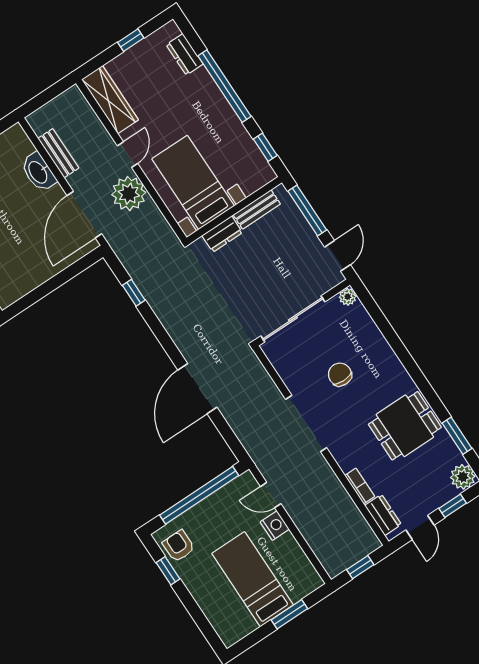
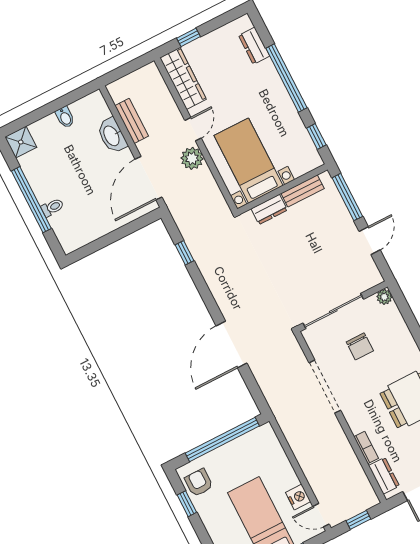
window: (131, 40) -> (188, 37), moved
plant: (129, 194) -> (192, 158), width x0.73, depth x0.73
plant: (348, 297) -> (384, 297), moved
wall: (302, 313) -> (342, 306), moved
sliding door: (293, 319) -> (333, 311), moved
chair: (340, 374) -> (360, 346), turned 180
door: (271, 495) -> (321, 515), moved
nightstand: (275, 526) -> (298, 497), moved

